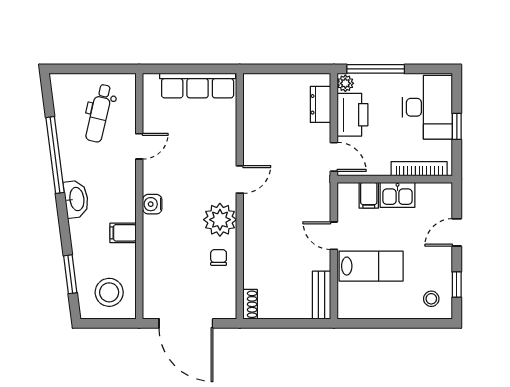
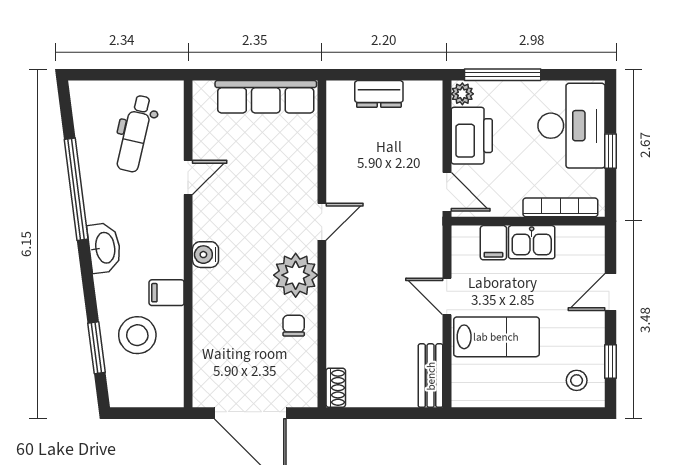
dresser: (320, 104) -> (379, 94), moved, turned -90
stool: (109, 292) -> (137, 335), moved

